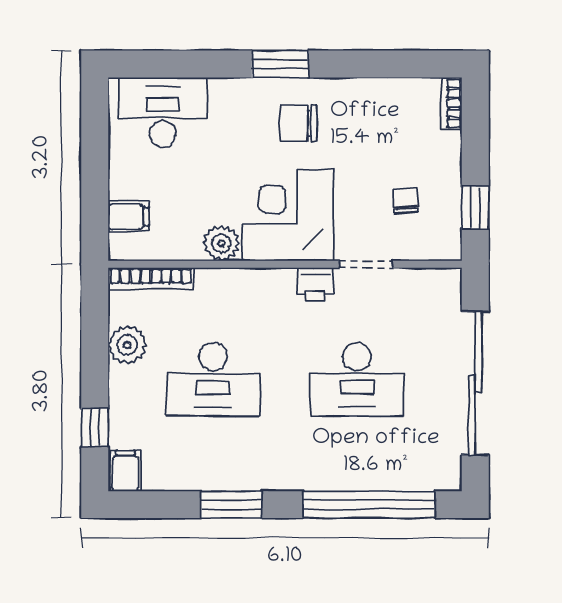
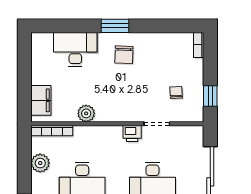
desk: (163, 112) -> (75, 49), moved
chair: (299, 123) -> (124, 55), turned -88
corner desk: (288, 215) -> (119, 100), removed
filing cabinet: (129, 217) -> (41, 100), width x2.00

